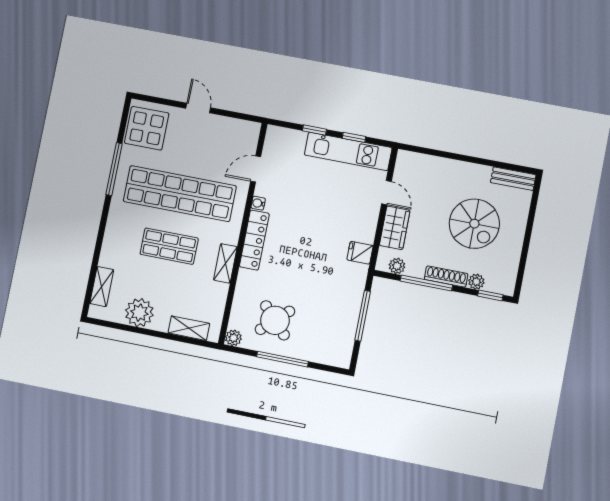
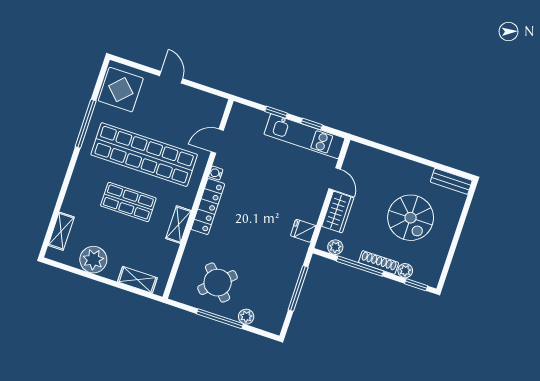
plant: (233, 338) -> (246, 317), moved

